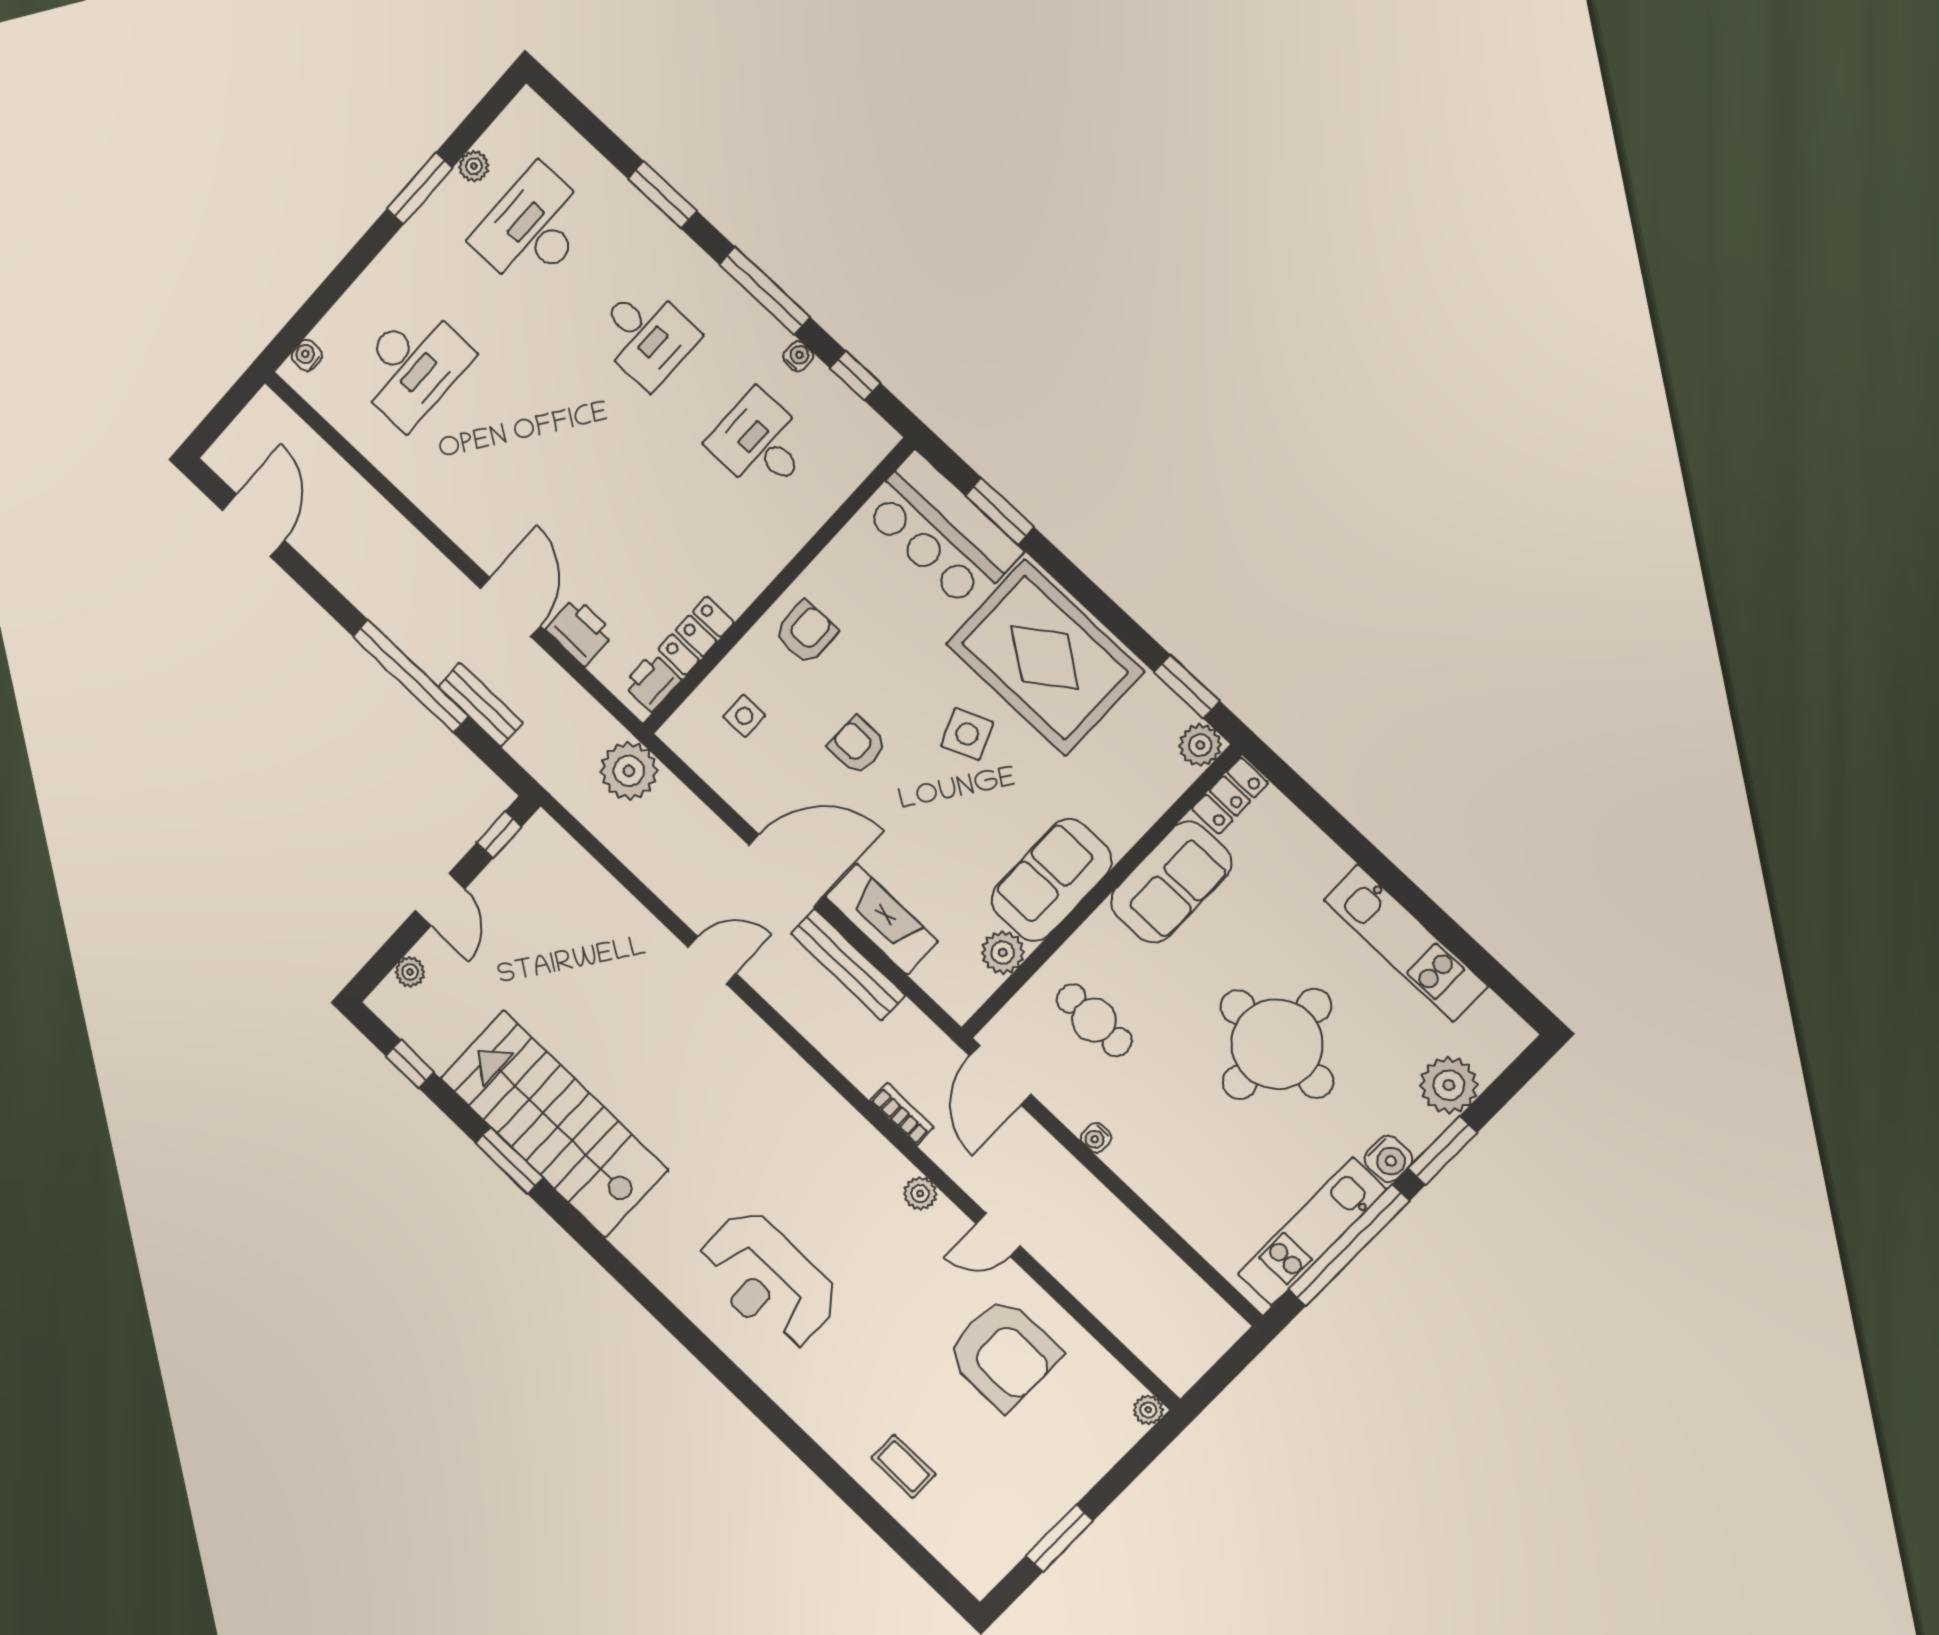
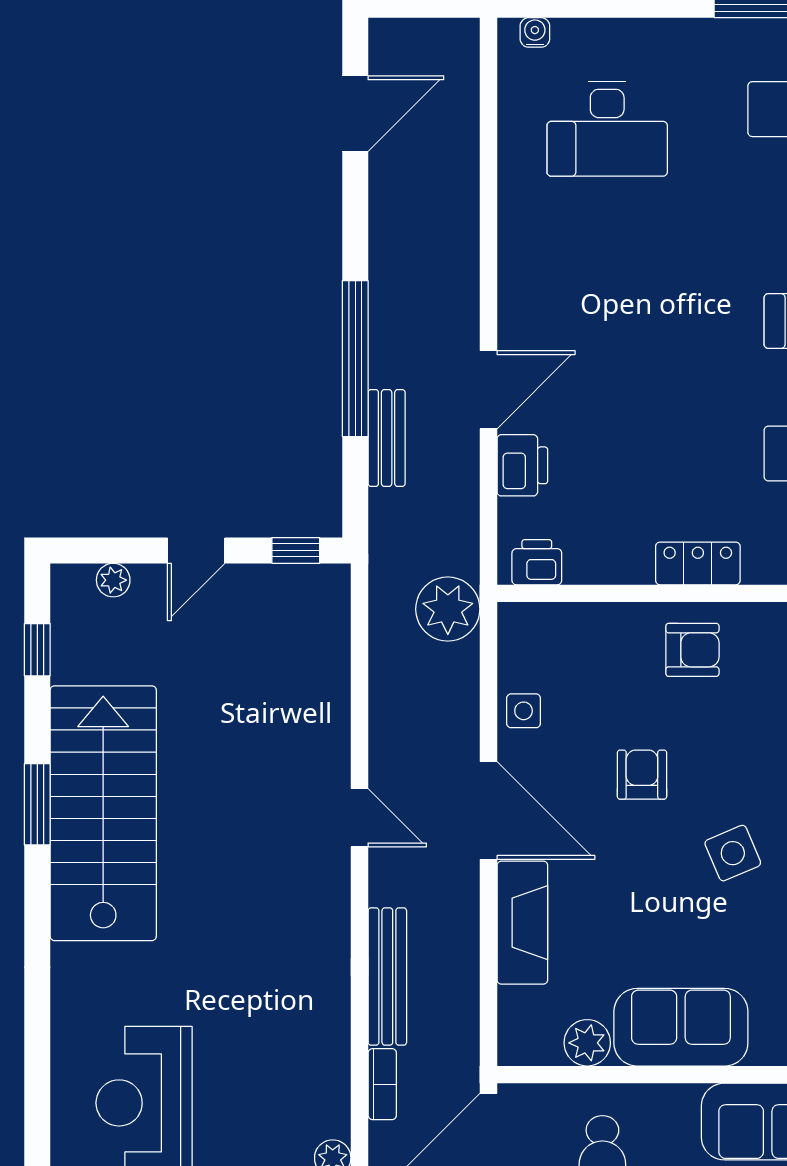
locker: (696, 636) -> (698, 563), moved
side table: (744, 716) -> (524, 711), moved
bench: (848, 965) -> (387, 977), moved

